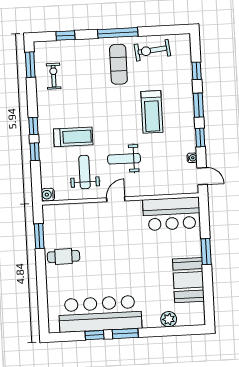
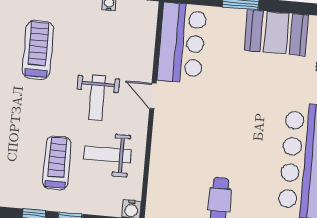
treadmill: (152, 112) -> (38, 50), turned -90
door: (116, 199) -> (153, 96), moved

